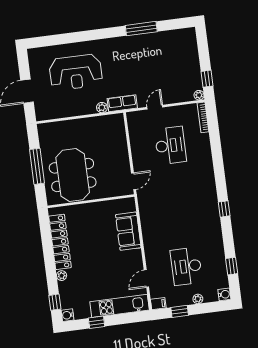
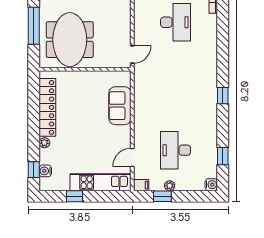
plant: (198, 299) -> (170, 186), moved
water cooler: (68, 315) -> (45, 171), moved

